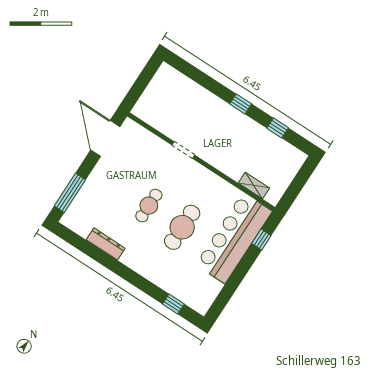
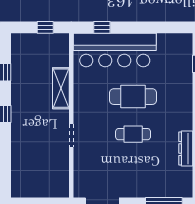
shelving: (254, 185) -> (61, 88), moved, width x1.50, depth x1.33
window: (294, 189) -> (45, 27), added

